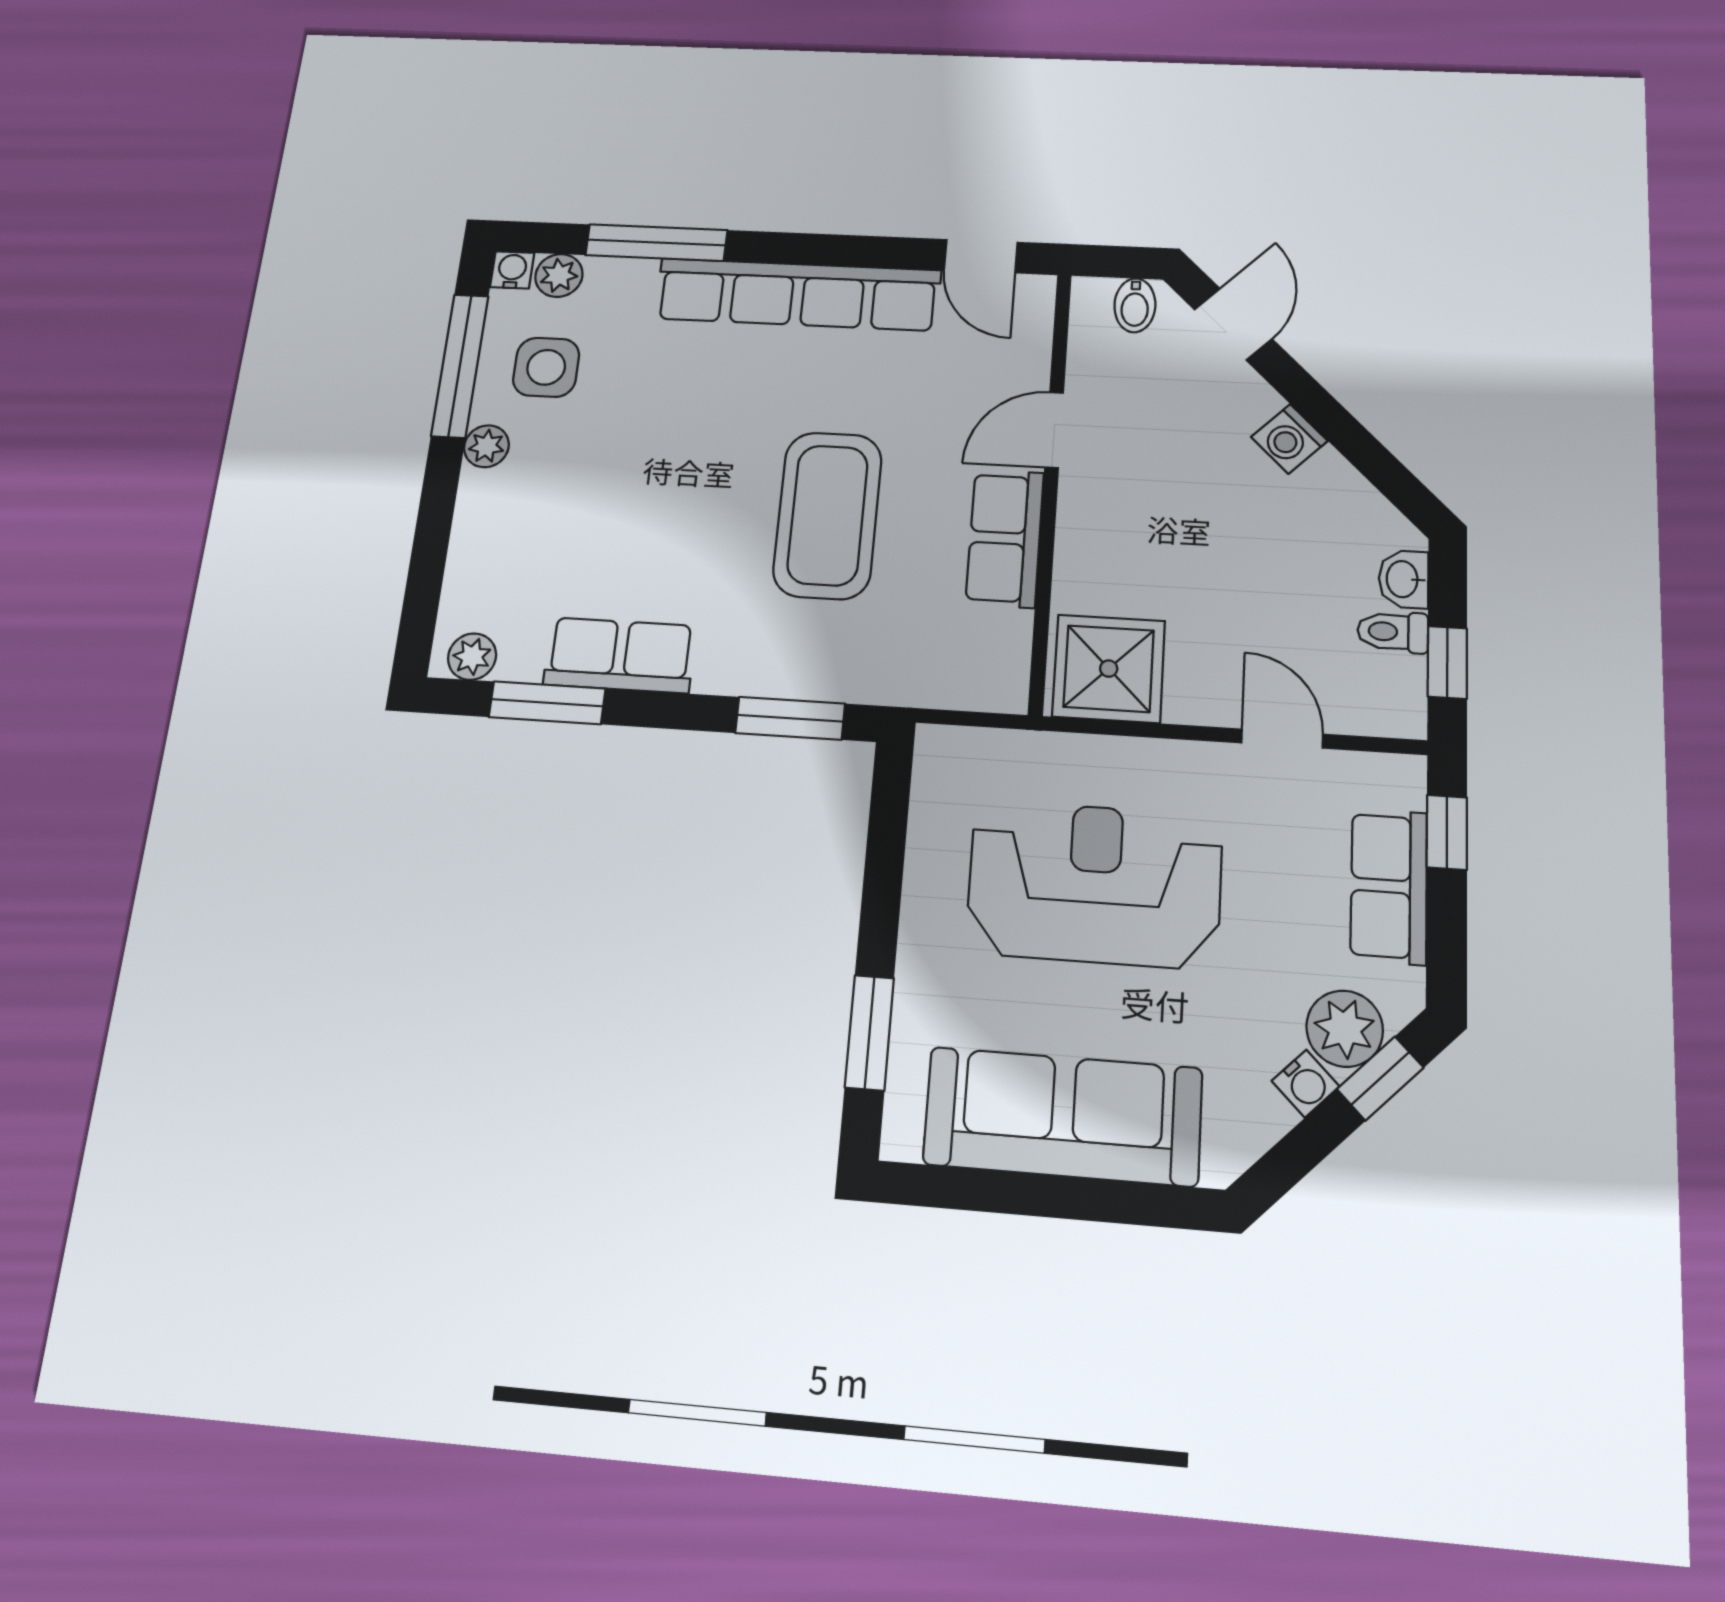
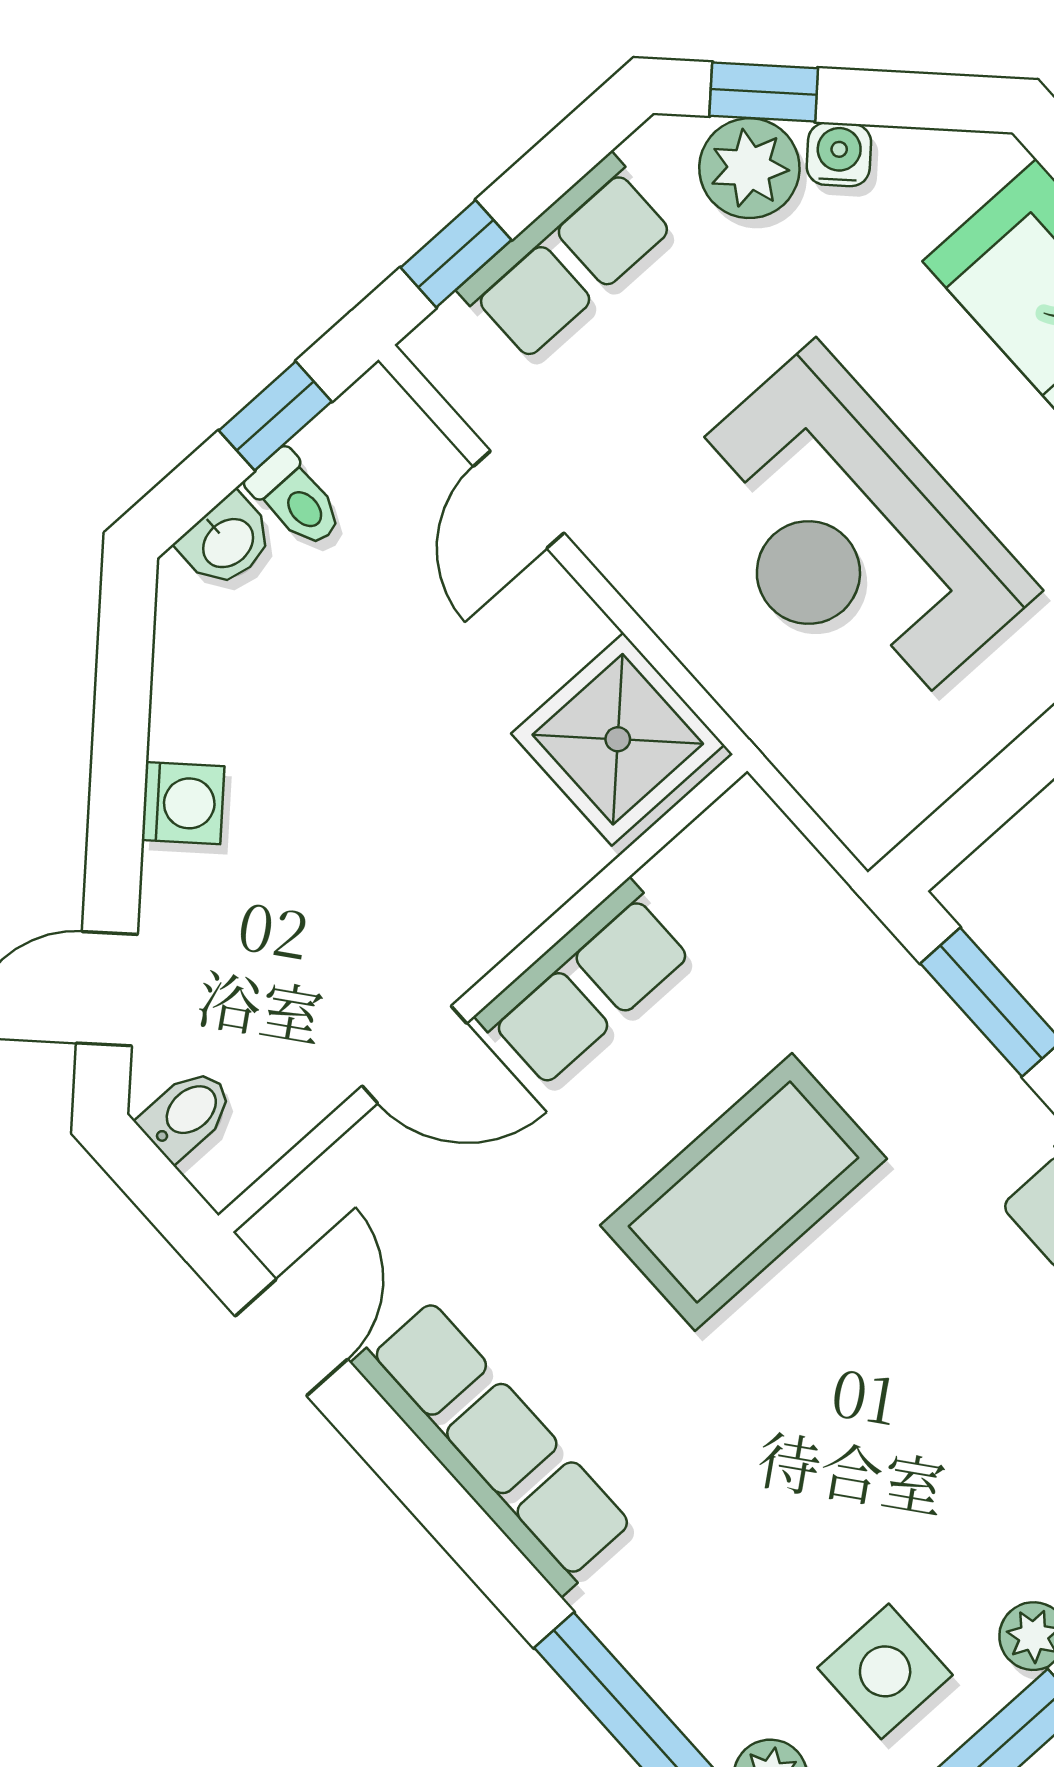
row of seats: (798, 294) -> (493, 1446), width x0.73

